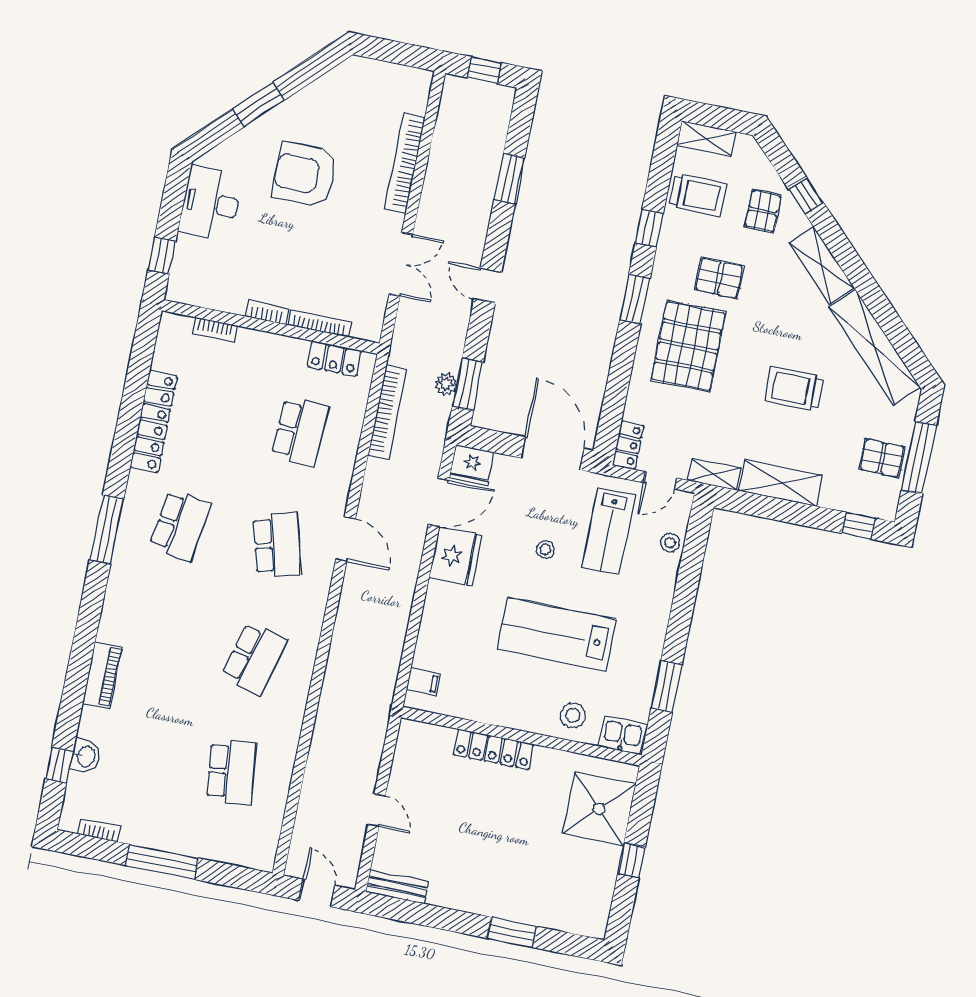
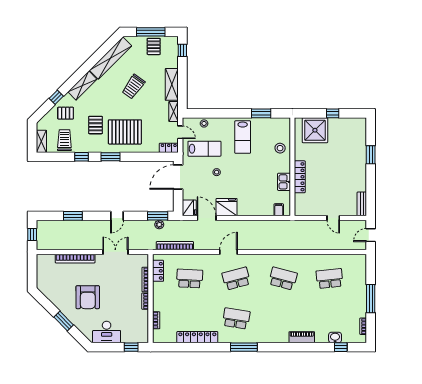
trolley: (794, 389) -> (133, 87), turned 36
lab bench: (557, 634) -> (243, 137), moved, width x0.73, depth x0.72
kitchen sink: (623, 735) -> (284, 182), moved
door: (377, 810) -> (333, 218), swing flipped

